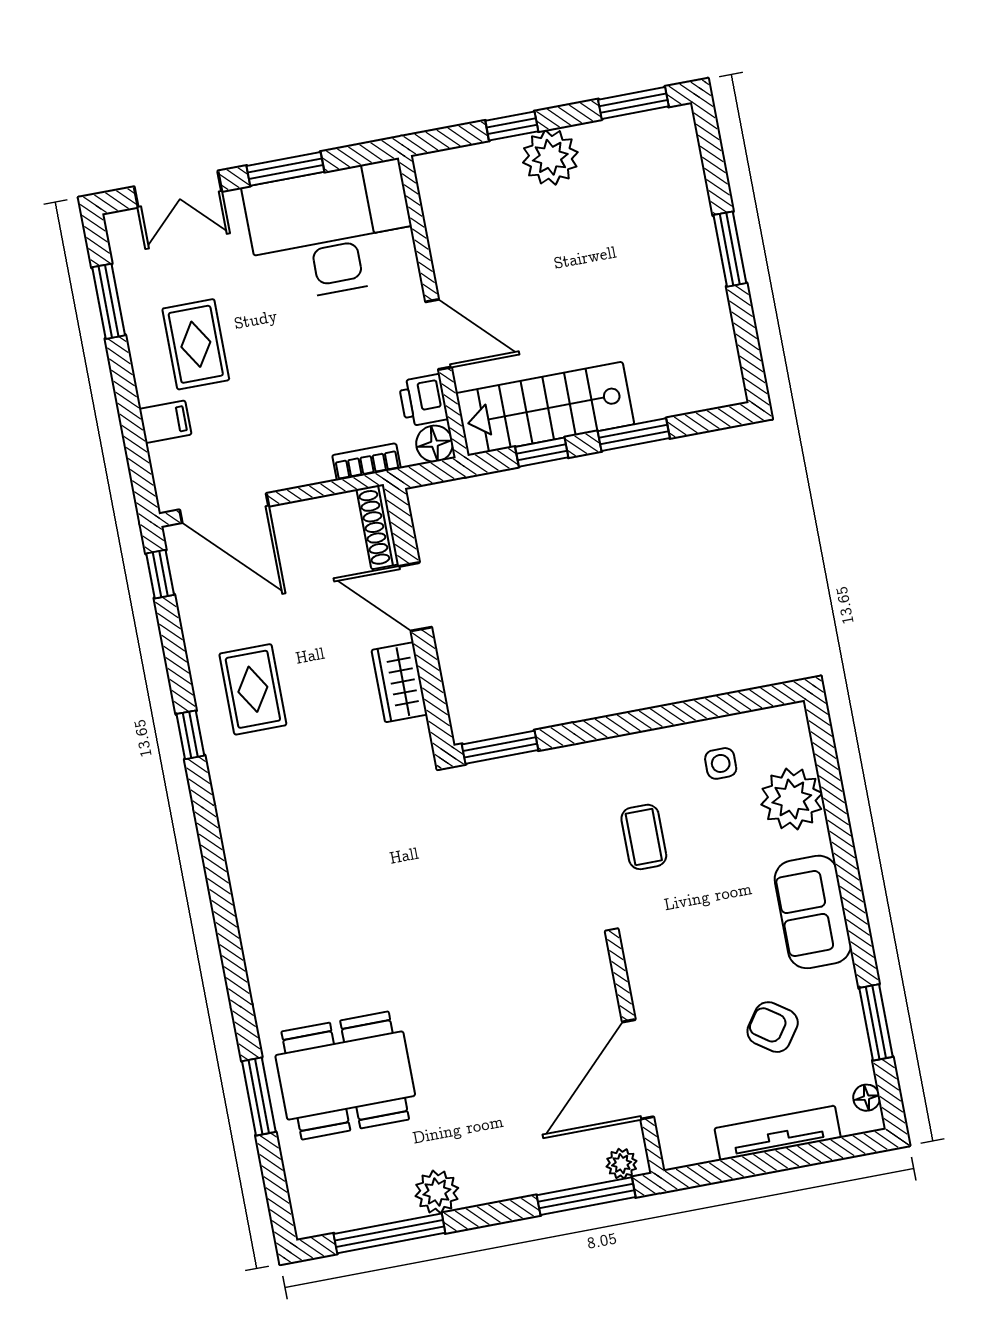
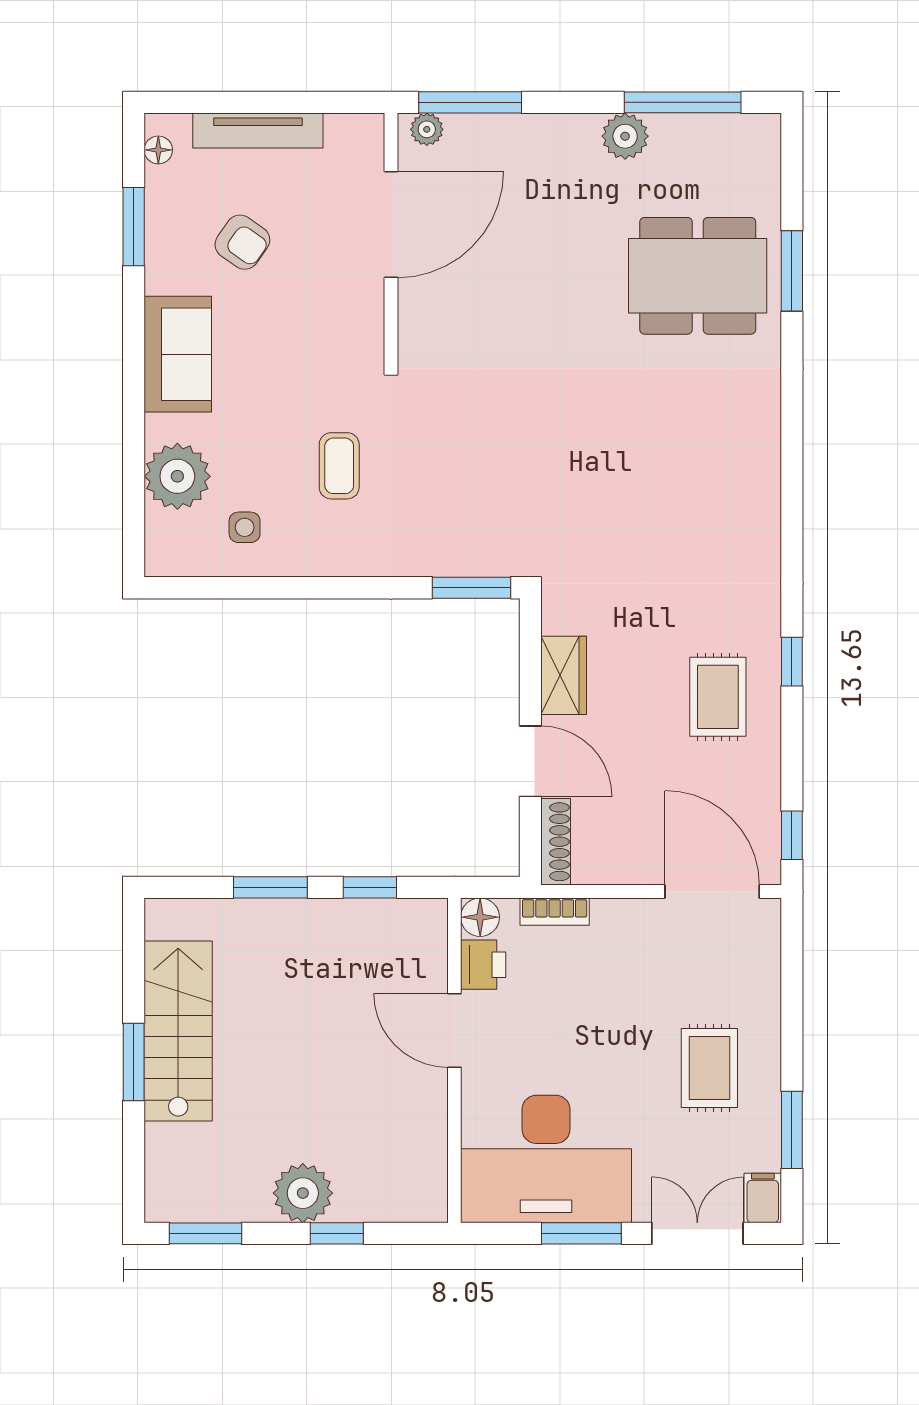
stairs: (545, 409) -> (178, 1031), moved, turned -90
filing cabinet: (165, 422) -> (763, 1198), moved, turned 90

